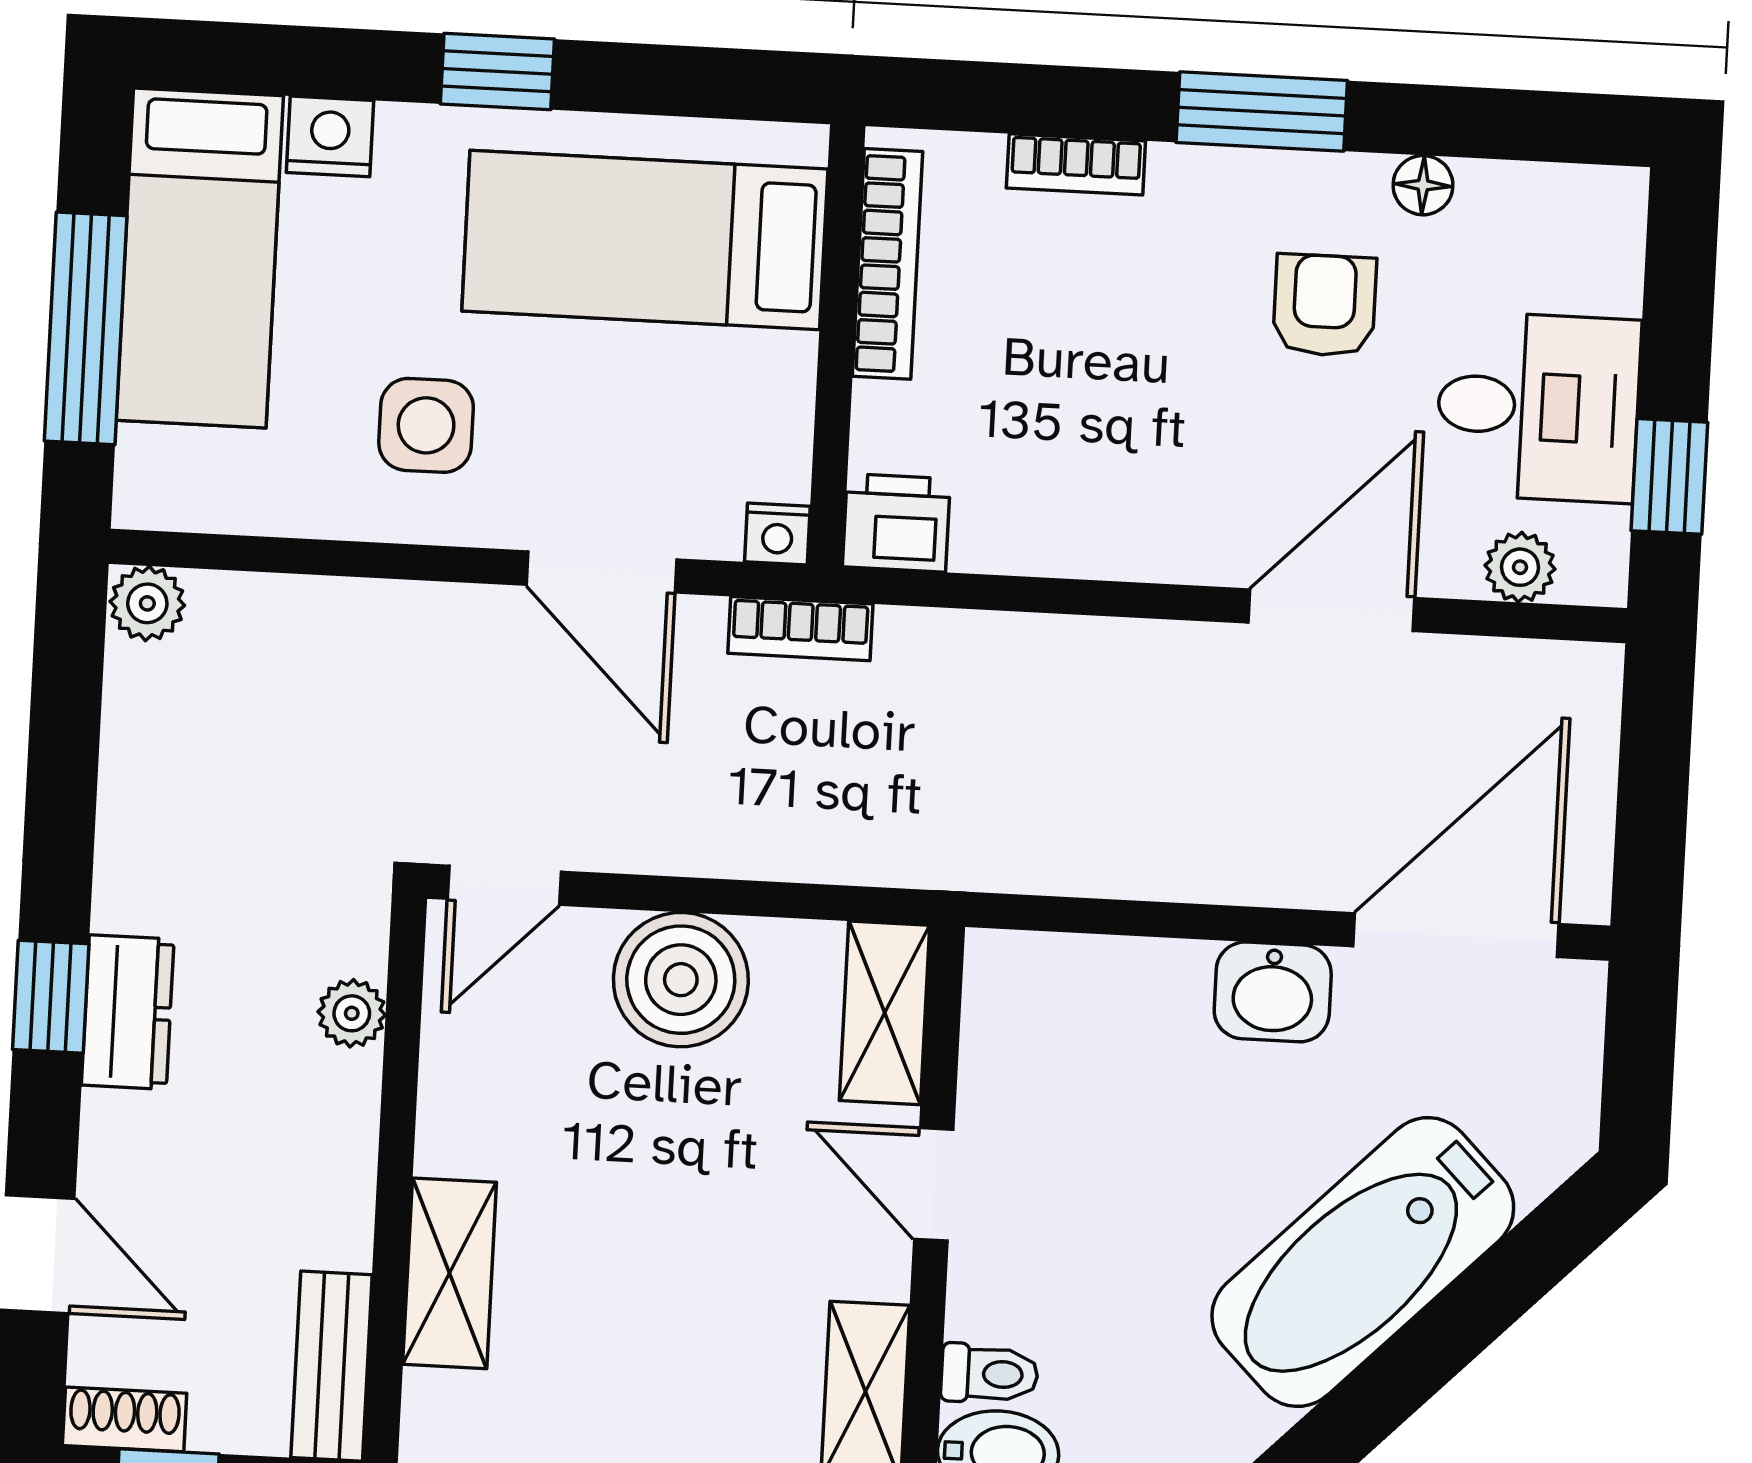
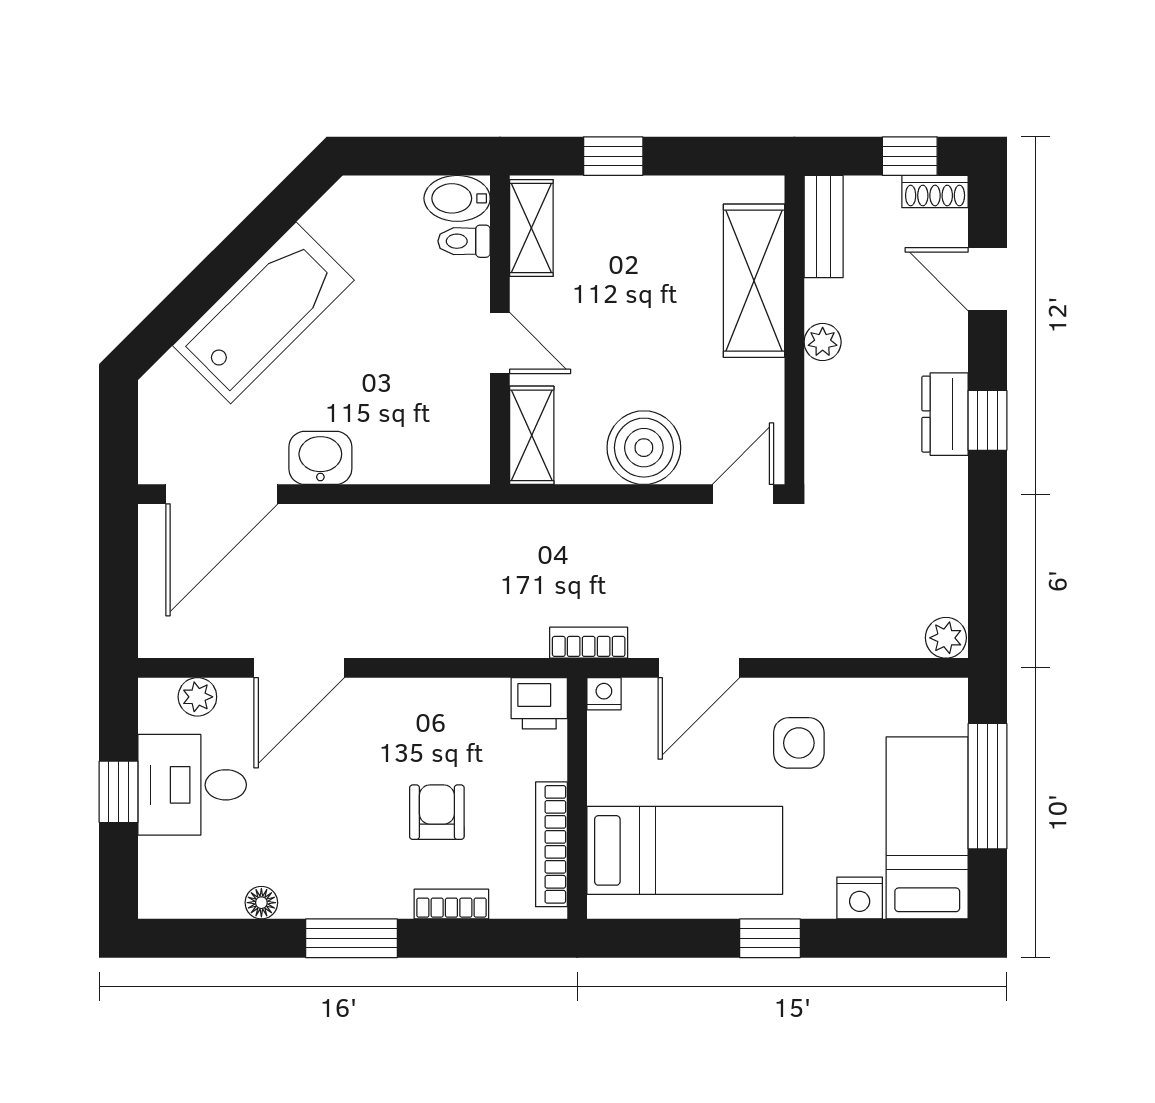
armchair: (1324, 305) -> (437, 812), moved, turned 180
window: (1669, 476) -> (119, 792), moved
door: (602, 572) -> (699, 668), swing flipped
plant: (352, 1013) -> (823, 342), moved
shelving: (450, 1273) -> (754, 281), width x1.50, depth x1.33

